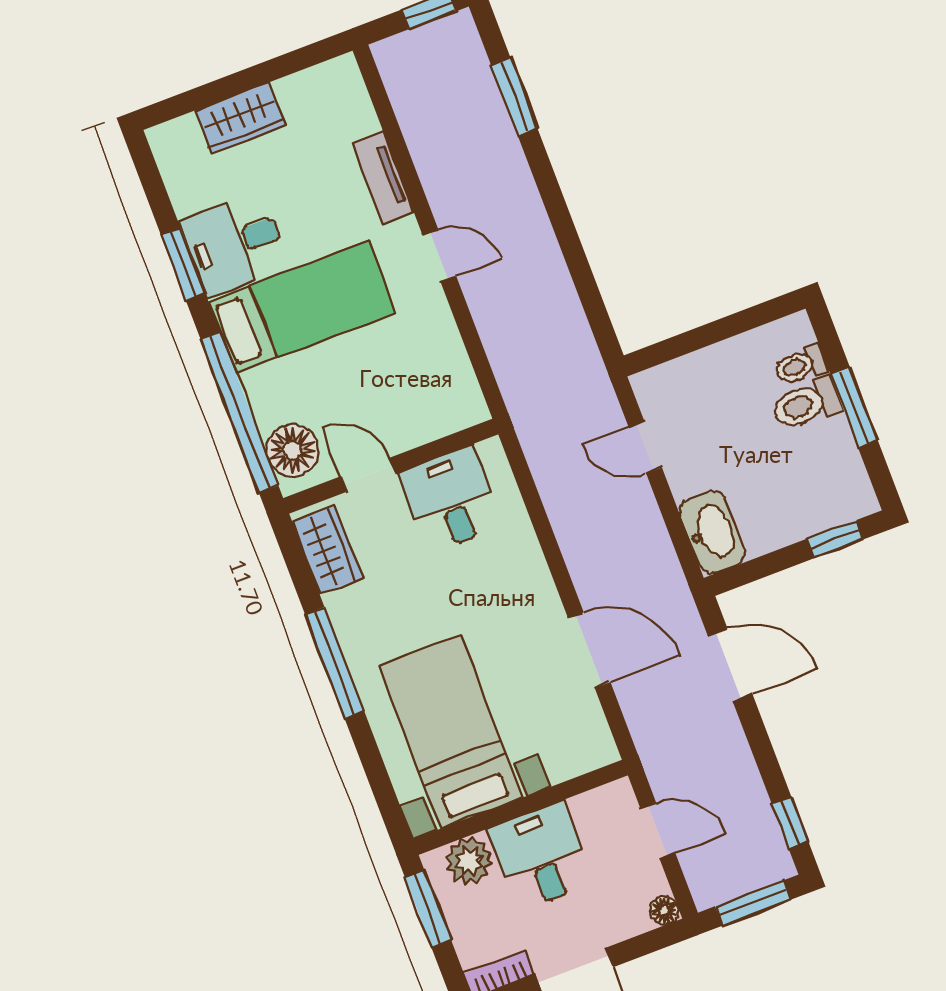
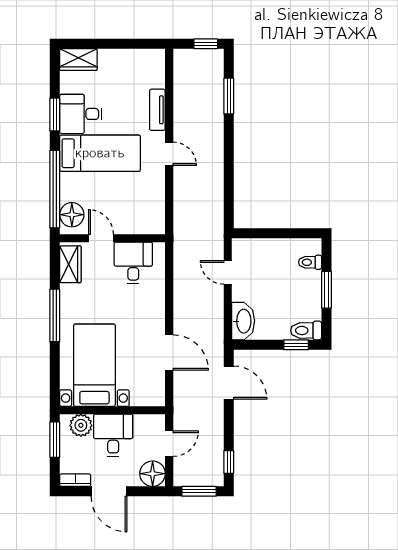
wardrobe: (240, 118) -> (78, 60), moved
toilet: (807, 404) -> (306, 330), moved
door: (658, 831) -> (169, 444), hinge flipped
floor lamp: (664, 910) -> (153, 474), width x1.89, depth x1.89

